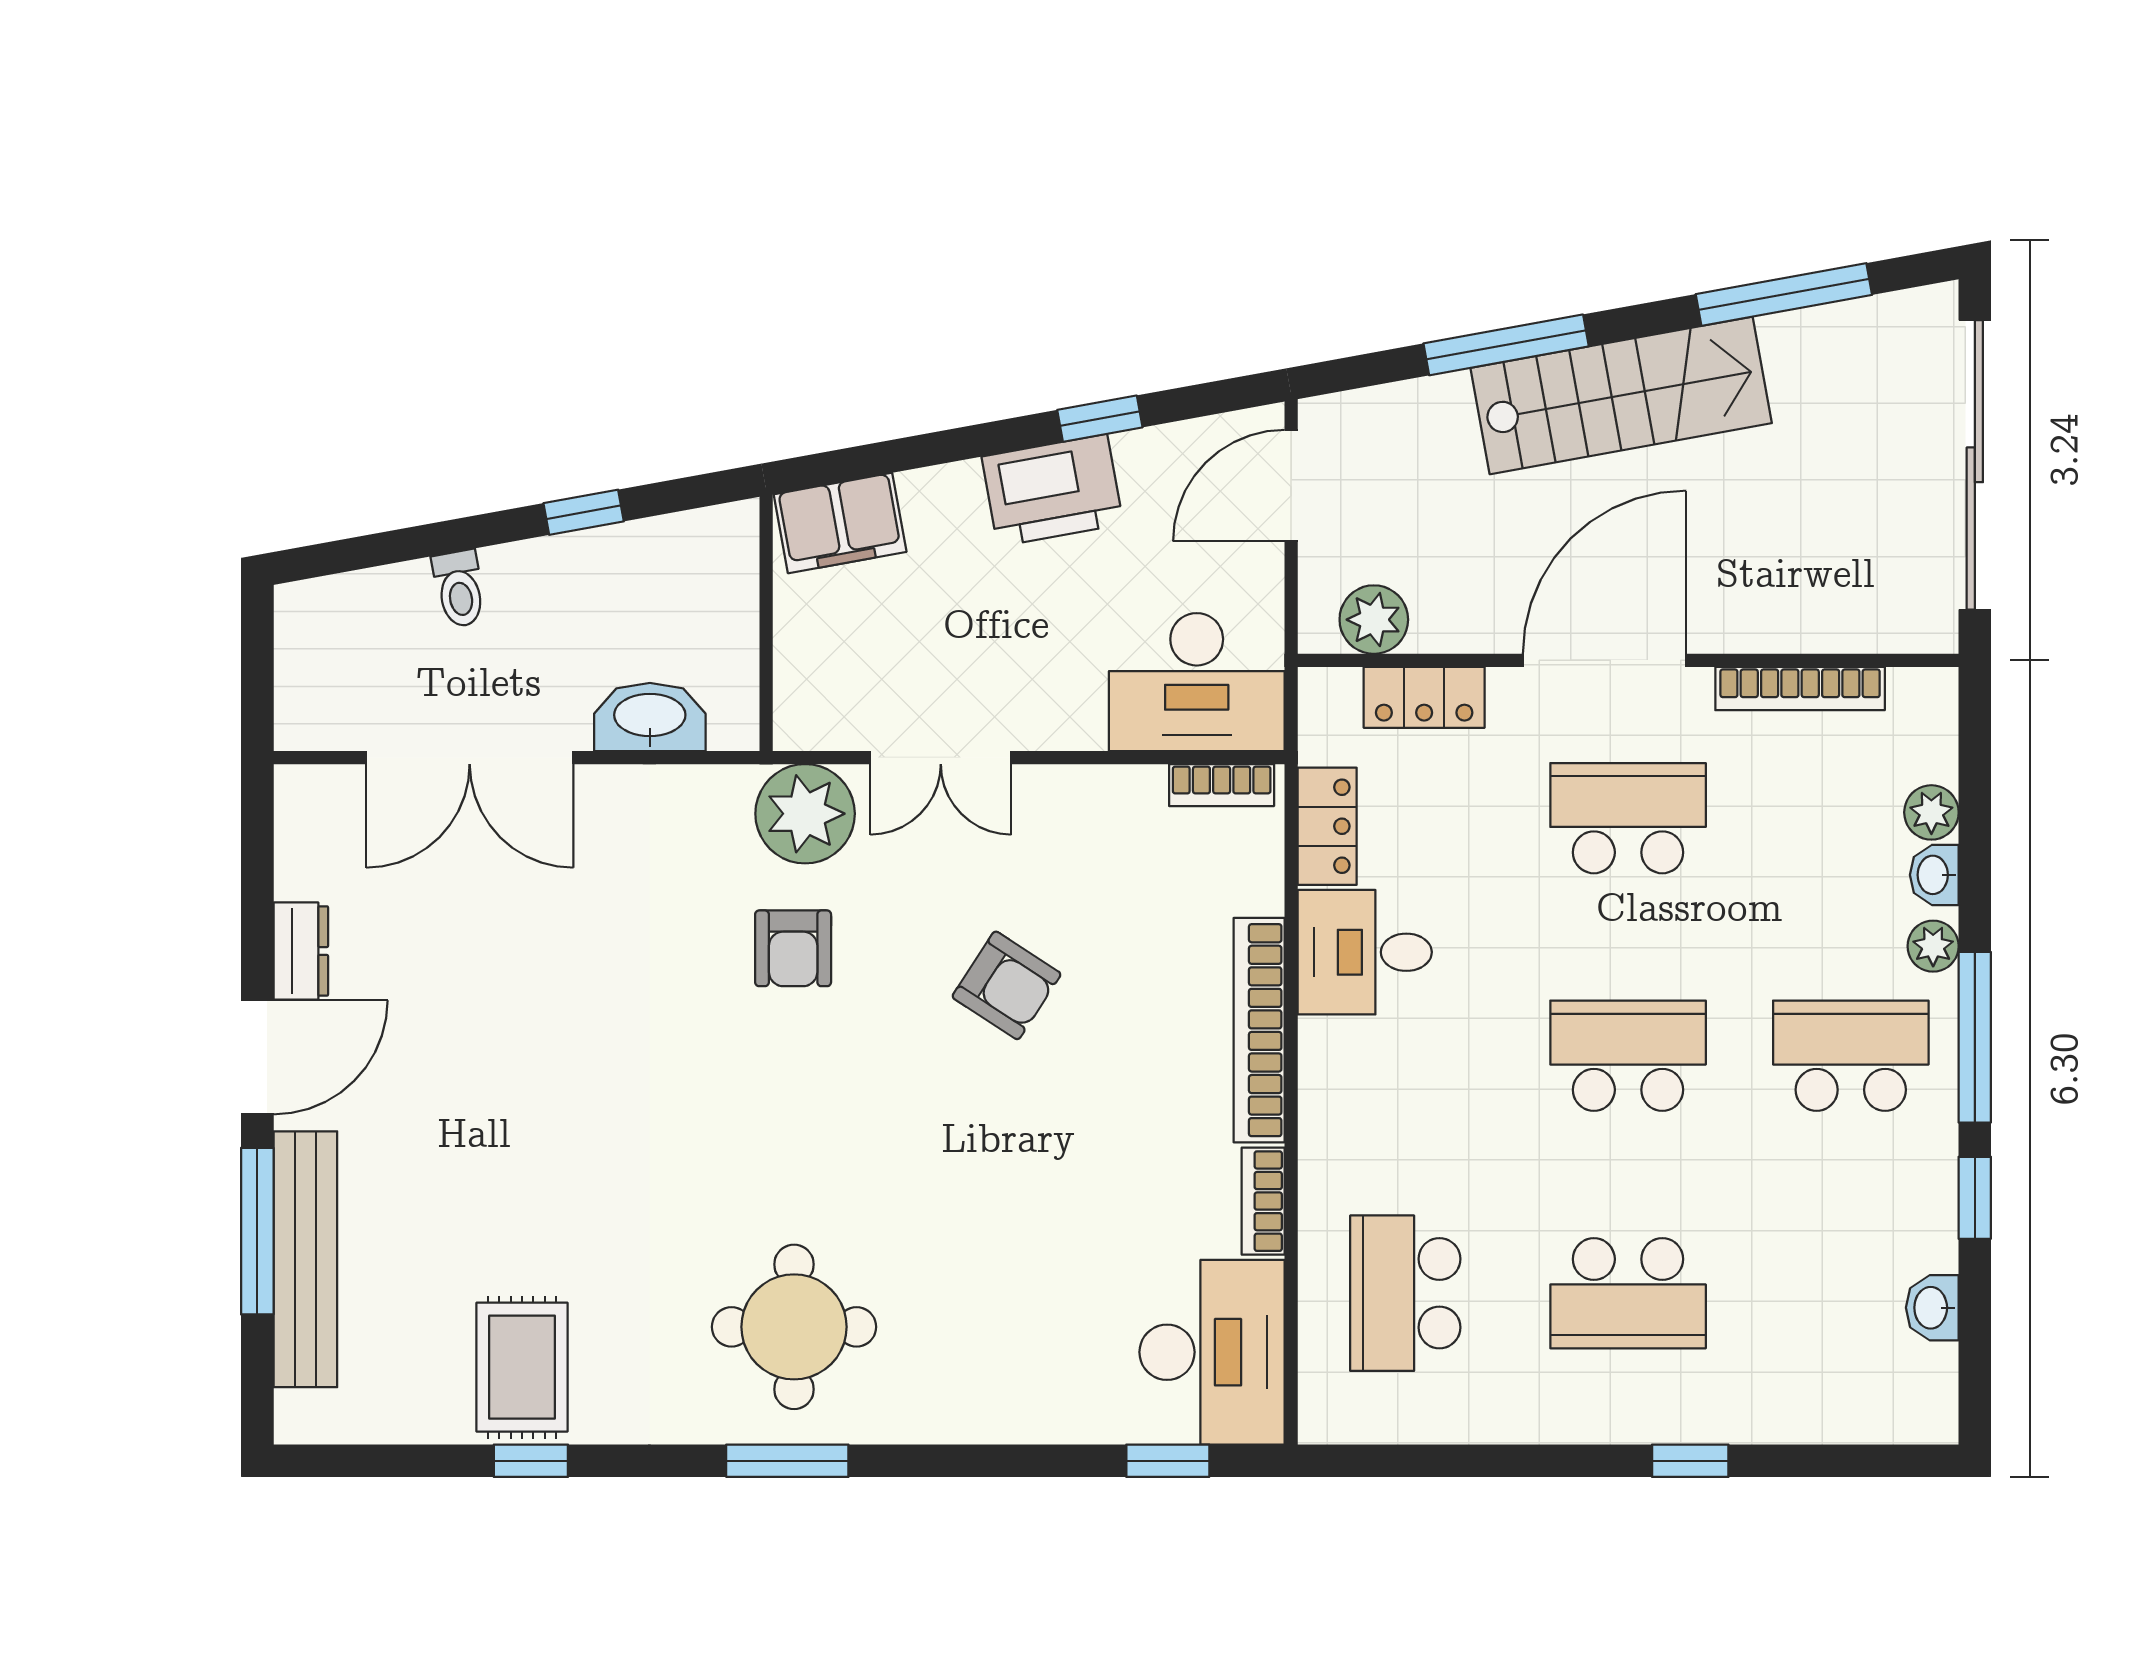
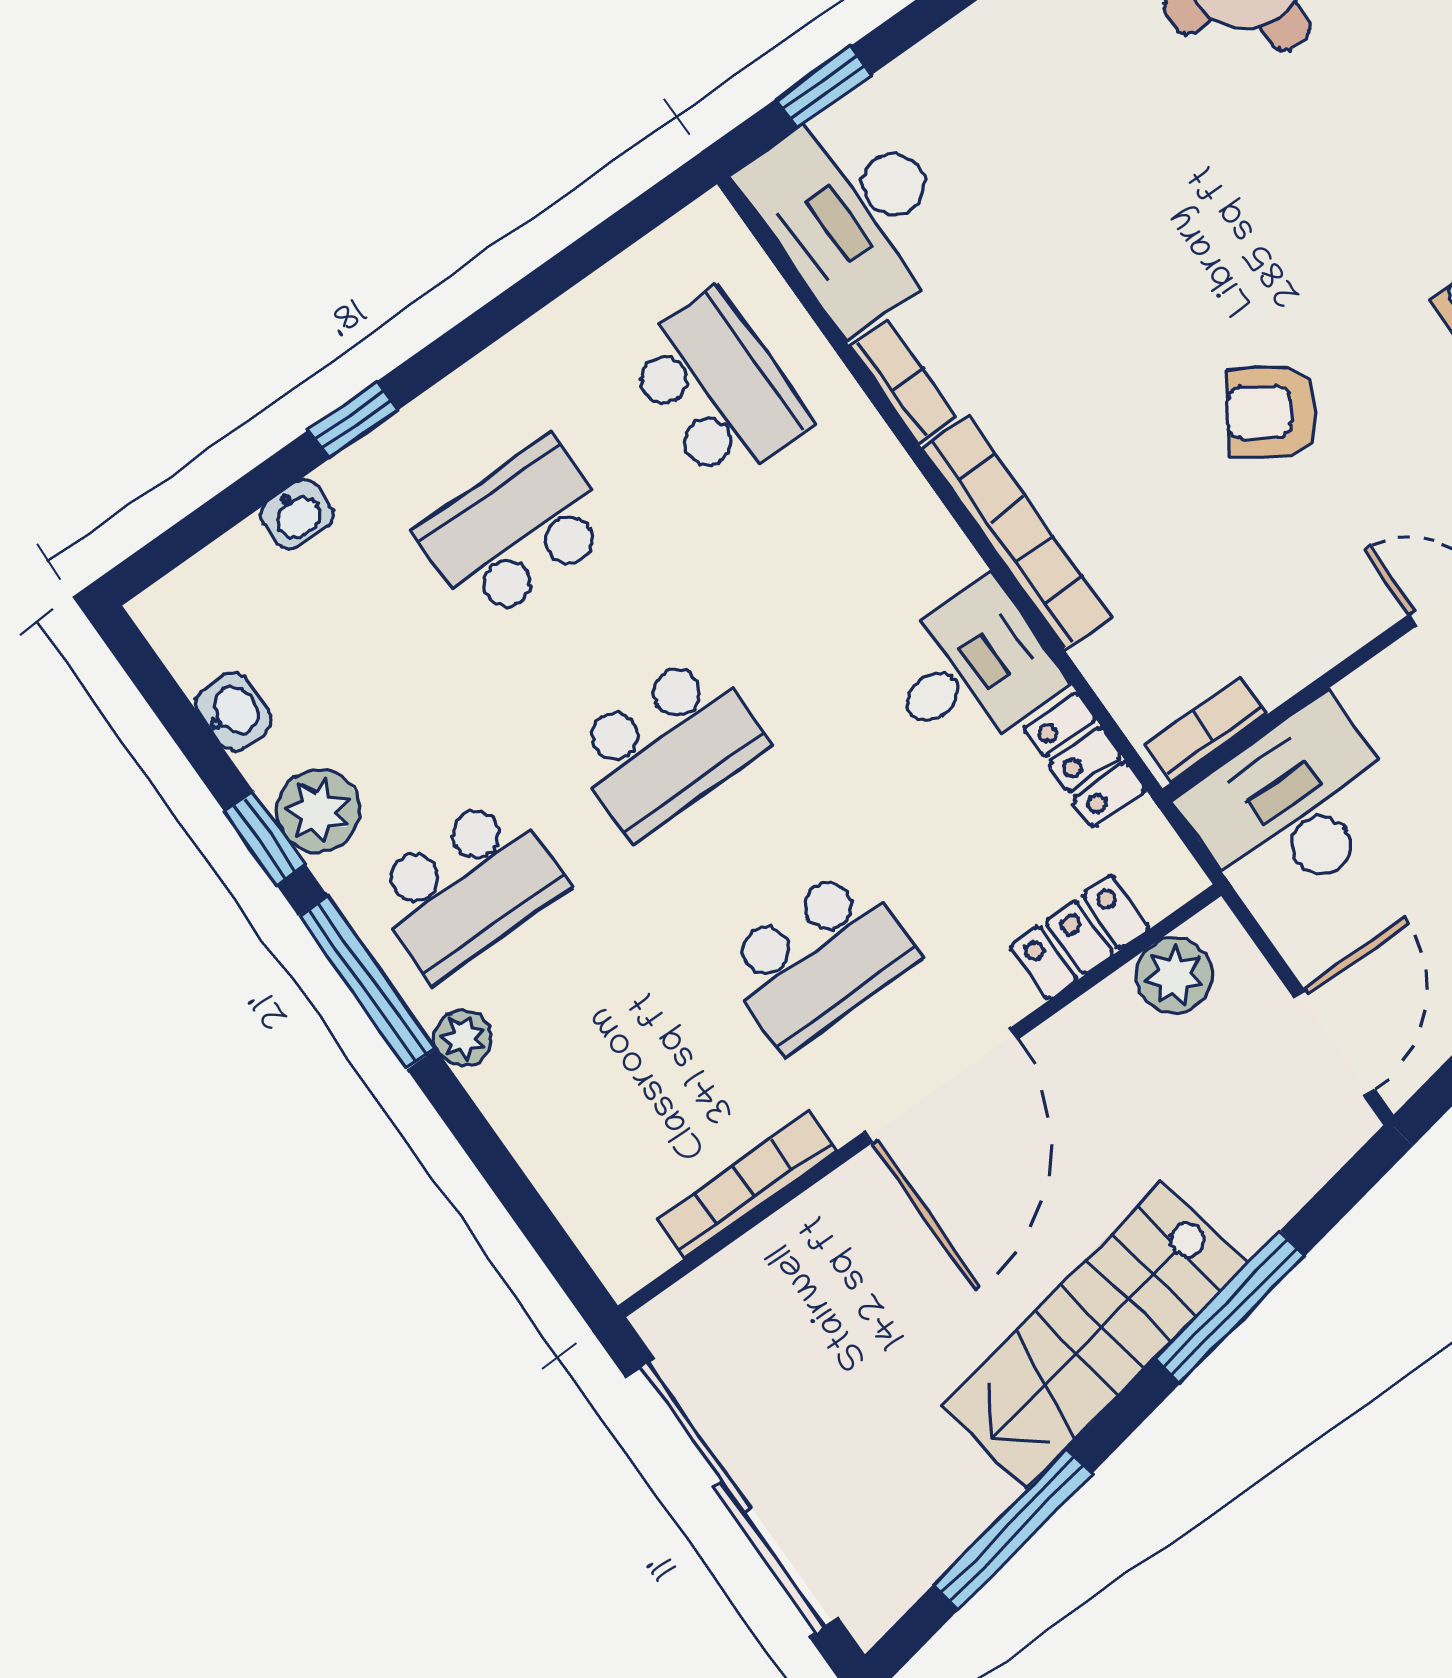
plant: (1931, 812) -> (318, 811), moved, width x1.38, depth x1.38
washbasin: (1934, 875) -> (297, 515), moved, turned 90

